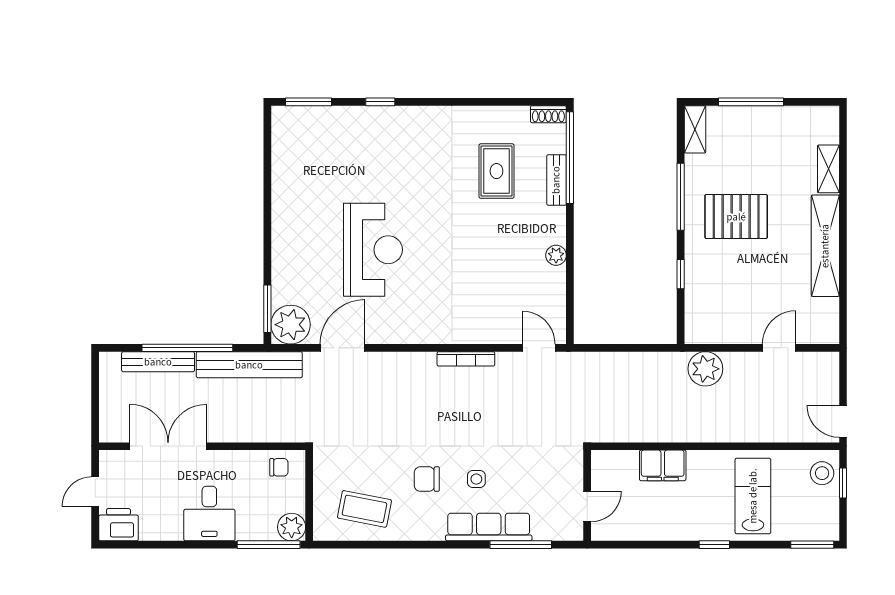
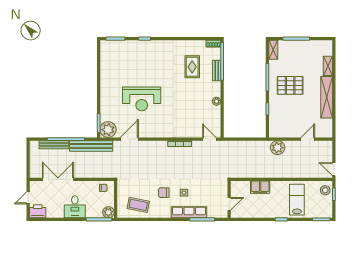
reception desk: (373, 250) -> (142, 99), turned 90

